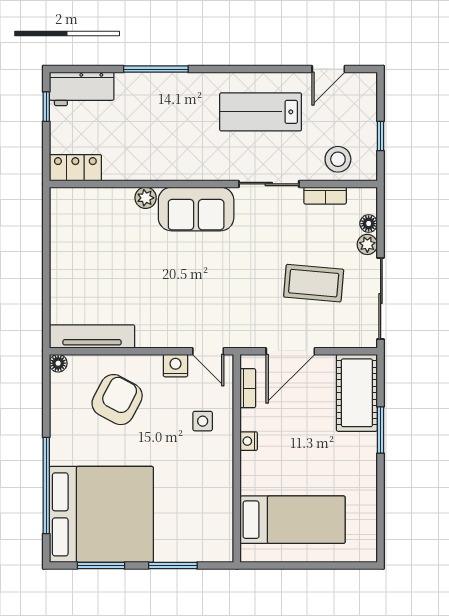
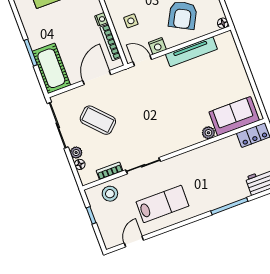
sofa: (196, 209) -> (234, 116), moved
coffee table: (314, 283) -> (98, 120), turned 42
tv unit: (92, 336) -> (191, 52), moved
bookcase: (248, 388) -> (110, 42), width x1.56

